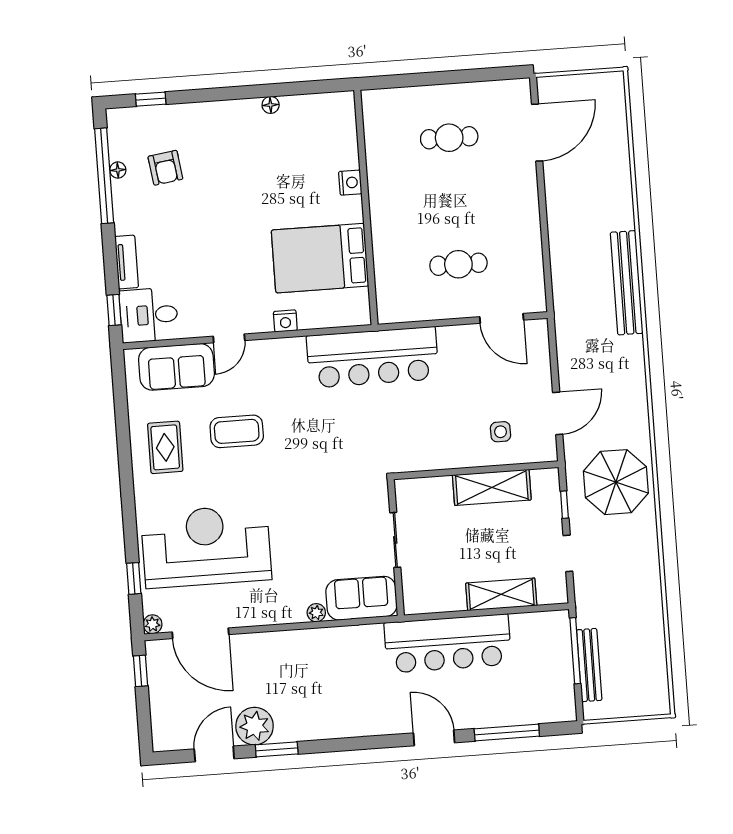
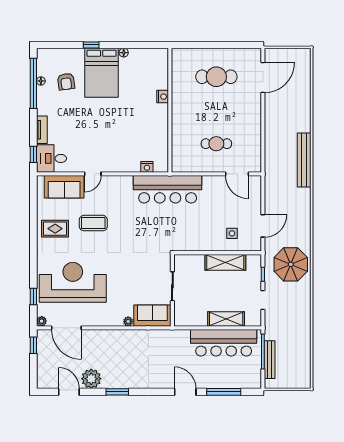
window: (151, 99) -> (91, 45), moved
cafe table: (449, 138) -> (216, 77), width x1.37, depth x1.35
bed: (320, 258) -> (102, 73), moved, turned -90
nightstand: (285, 321) -> (147, 167), moved
rug: (165, 447) -> (55, 229), turned 90
bar counter: (448, 643) -> (224, 343), moved
window: (277, 749) -> (117, 392), moved
door: (214, 754) -> (69, 392), hinge flipped

